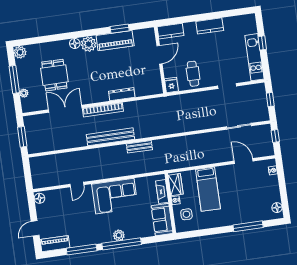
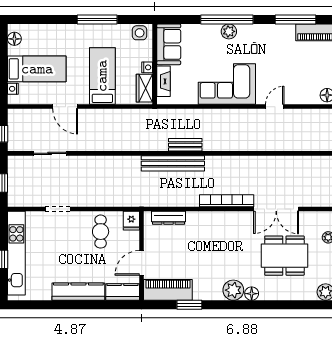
kitchen counter: (210, 26) -> (78, 292), width x1.50
piano: (115, 41) -> (168, 290), moved
kitchen unit: (254, 57) -> (16, 253), width x1.36
dining table: (54, 75) -> (284, 256), width x1.38
dresser: (122, 94) -> (169, 218), moved
bench: (110, 137) -> (173, 163), moved
door: (244, 161) -> (65, 107), moved
bed: (257, 188) -> (37, 69), added
side table: (186, 214) -> (140, 33), moved
window: (248, 226) -> (97, 19), moved
window: (82, 250) -> (296, 19), moved

